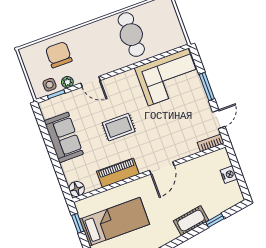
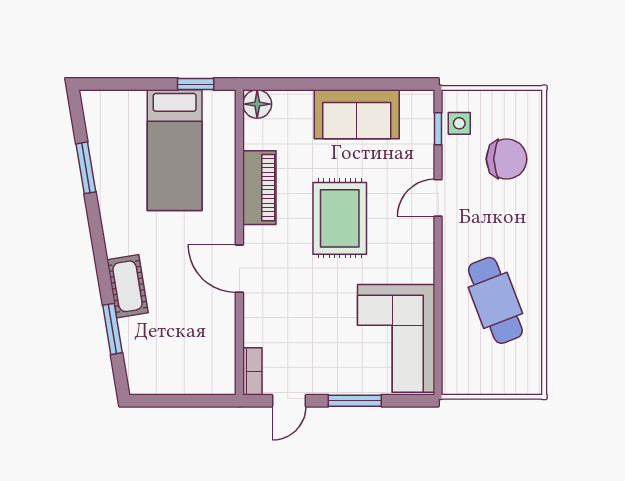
cafe table: (131, 35) -> (495, 300), turned 69
plant: (67, 82) -> (452, 157), removed
door: (219, 119) -> (289, 401), hinge flipped
rug: (119, 127) -> (340, 218), width x1.36, depth x1.43
nightstand: (229, 175) -> (185, 383), removed
window: (215, 220) -> (112, 329), width x1.50

